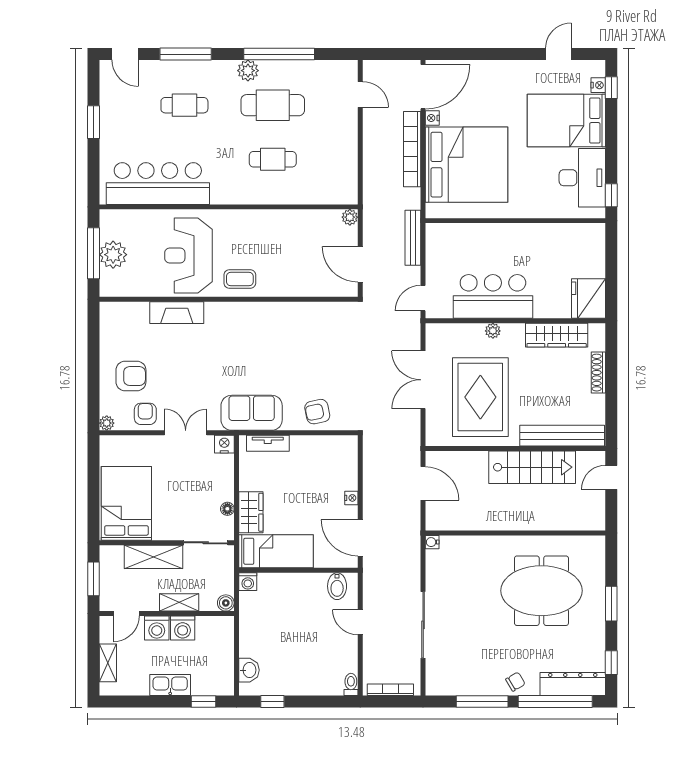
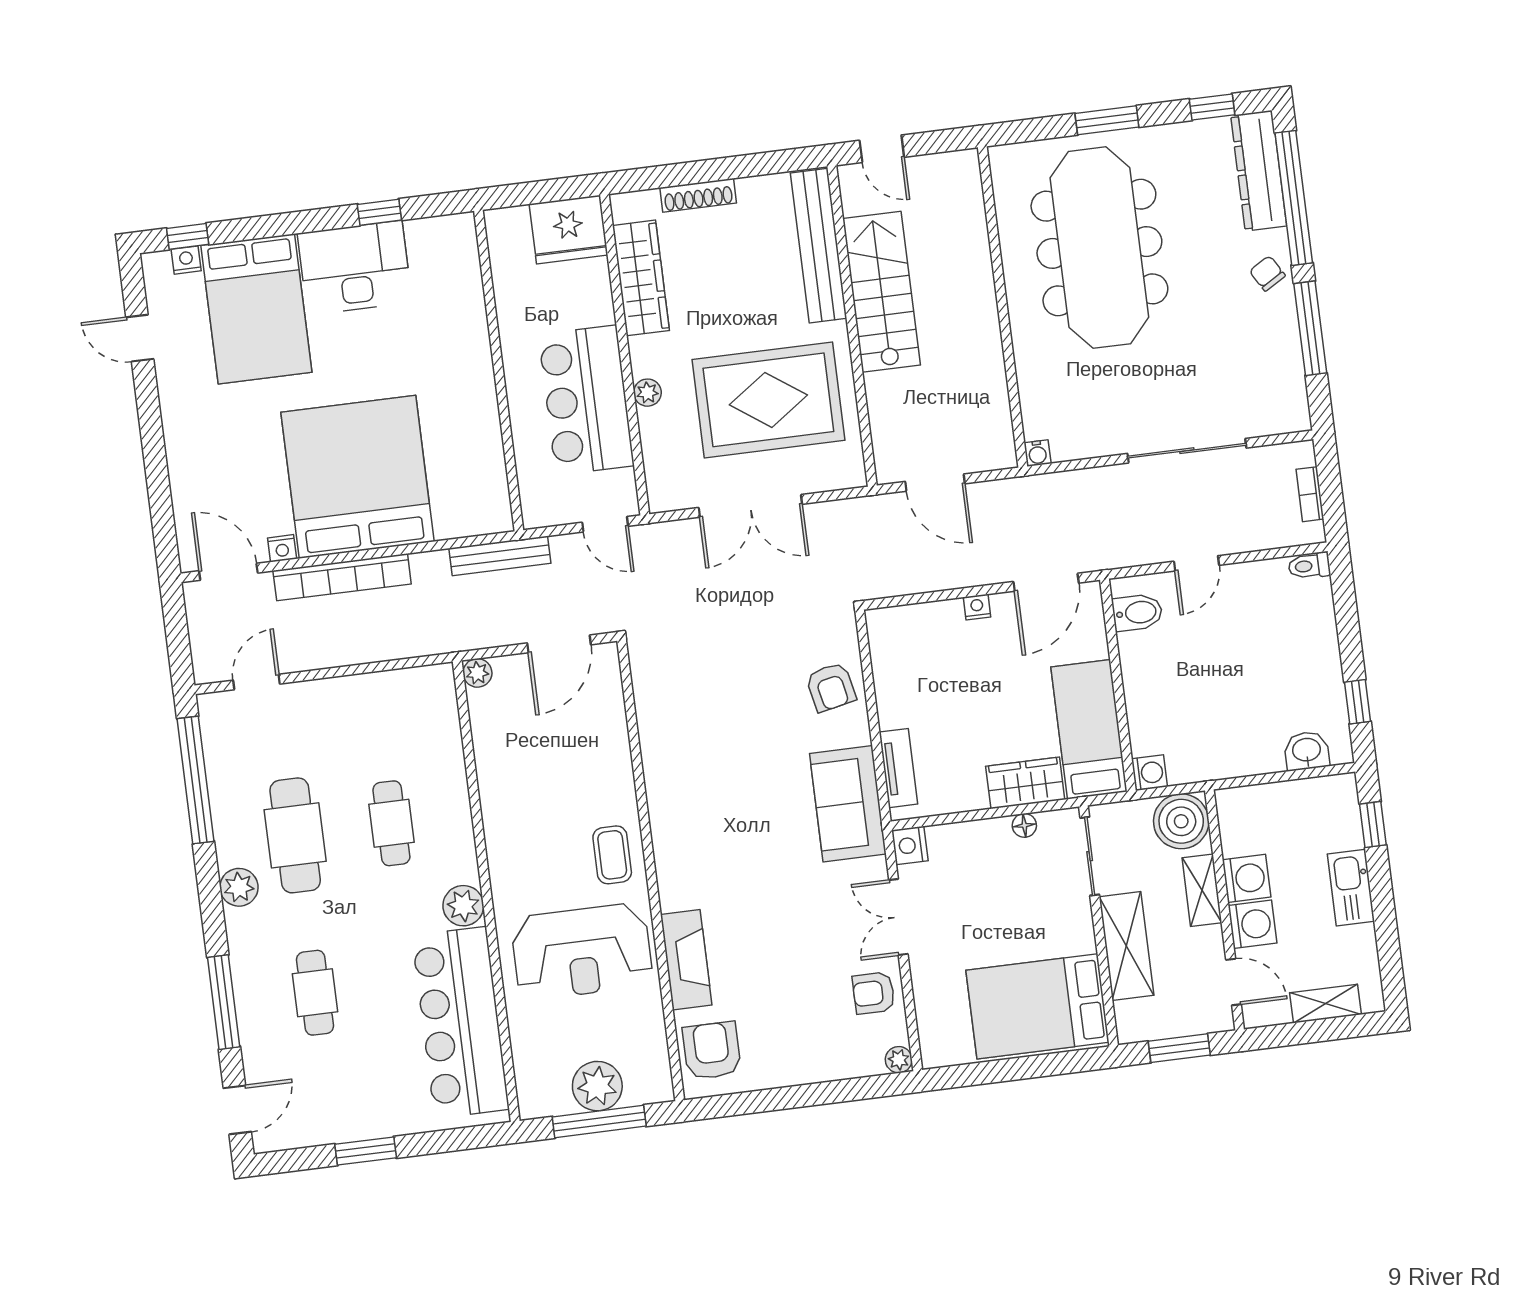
window: (279, 54) -> (196, 780), moved
door: (423, 87) -> (228, 572), width x0.73
plant: (222, 193) -> (463, 906), added
wall: (515, 221) -> (499, 371), moved
armchair: (131, 376) -> (712, 1051), moved
door: (423, 483) -> (935, 483), swing flipped
meeting table: (541, 591) -> (1099, 248), width x1.36
boiler: (226, 603) -> (1181, 821), width x1.86, depth x1.86
bookcase: (390, 690) -> (1310, 494), width x0.64

